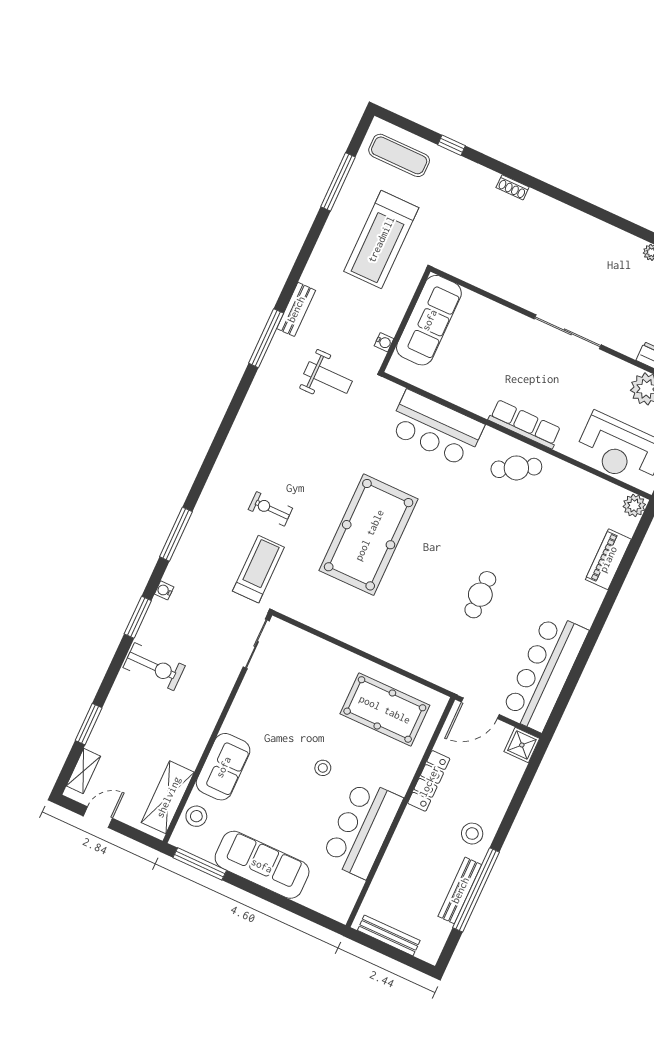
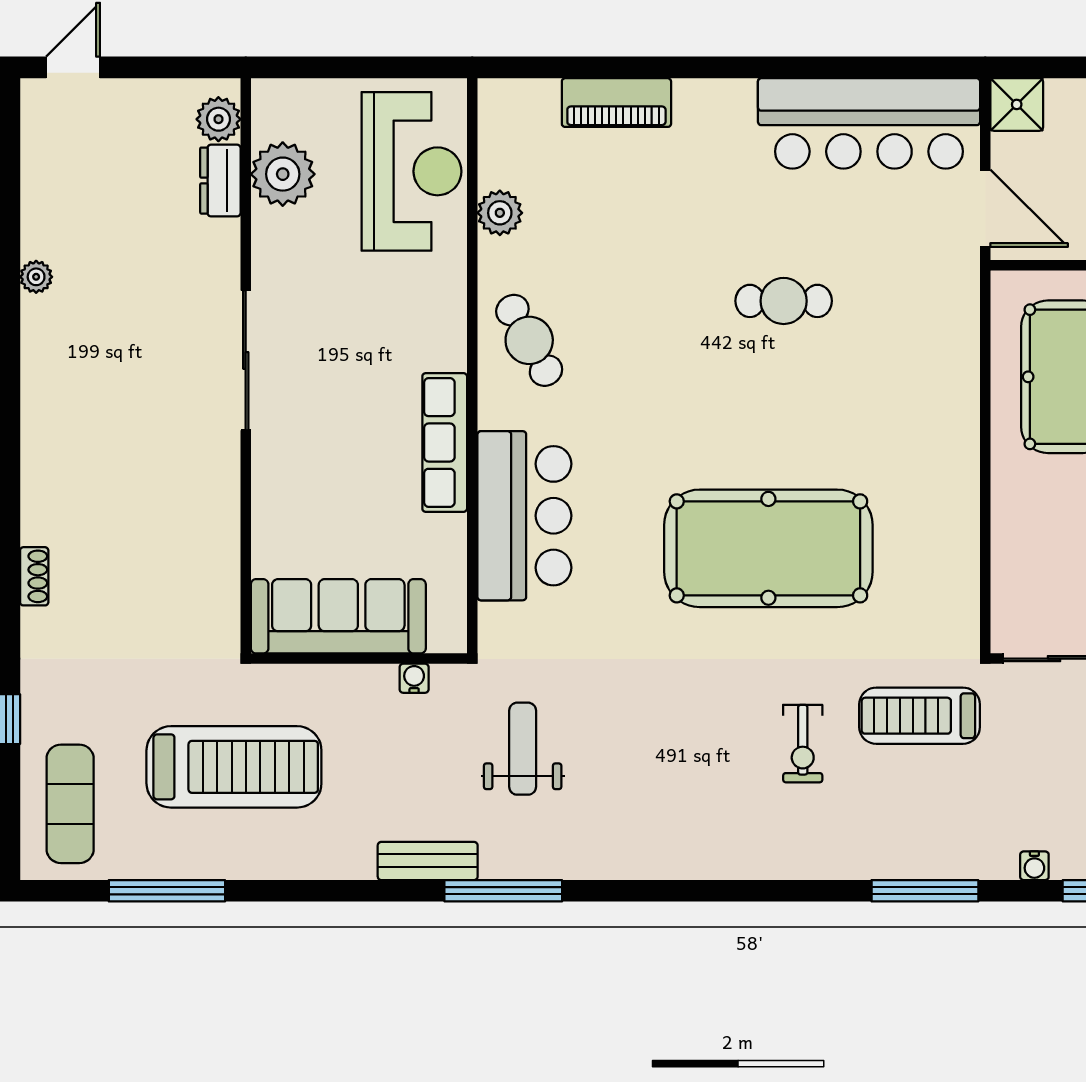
row of seats: (525, 424) -> (445, 442), moved
plant: (634, 506) -> (500, 213), moved

